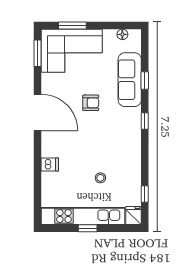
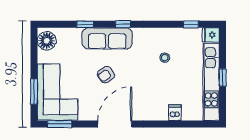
floor lamp: (122, 34) -> (47, 41), width x1.89, depth x1.89
sofa: (130, 80) -> (107, 38), moved
armchair: (91, 103) -> (106, 75), turned -125
dishwasher: (50, 164) -> (175, 113), moved
stool: (100, 178) -> (165, 58), moved

